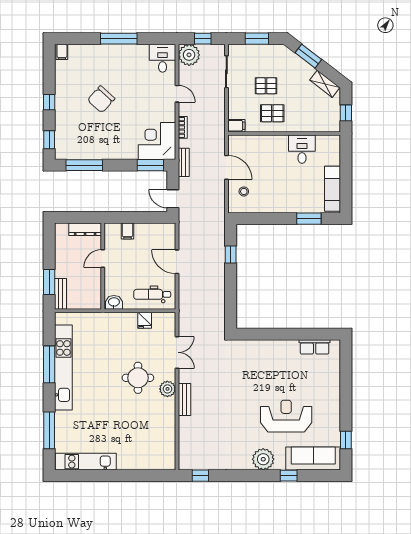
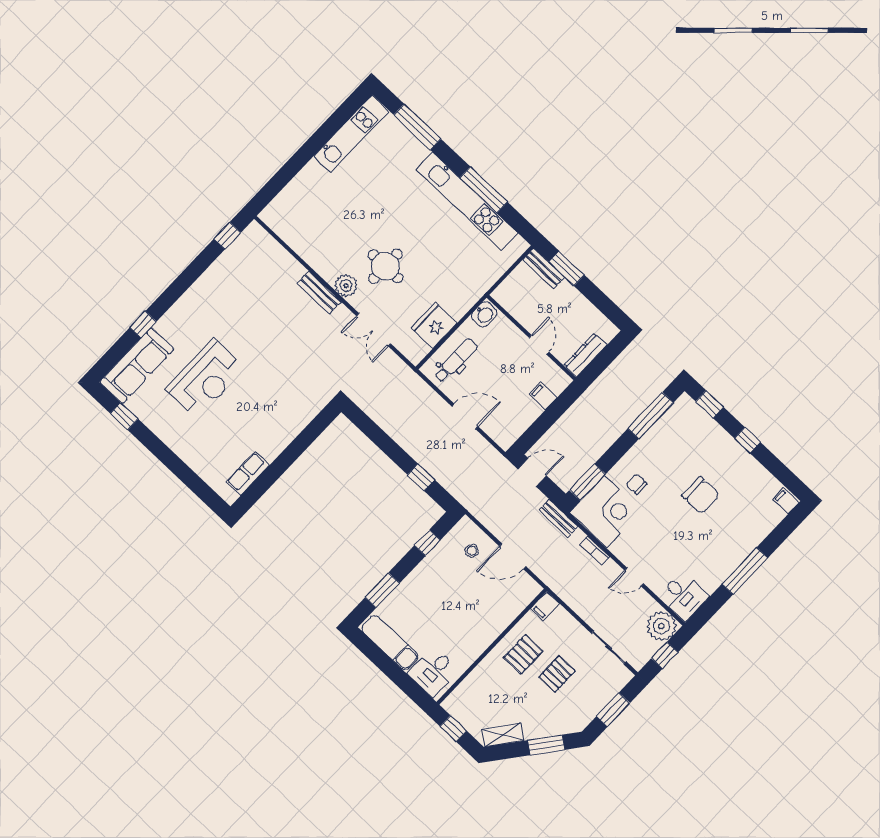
chair: (101, 99) -> (701, 495), turned 138
chair: (127, 138) -> (637, 484), added
desk: (302, 149) -> (433, 672), moved, turned 90
window: (262, 219) -> (427, 543), added
fridge: (145, 320) -> (434, 325), width x1.88, depth x1.34
plant: (263, 459) -> (184, 315), removed

